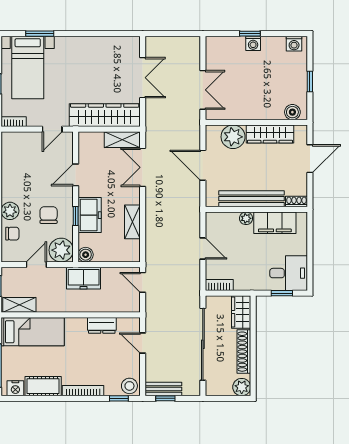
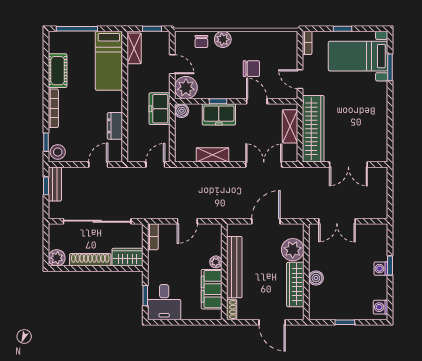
boiler: (292, 112) -> (316, 278), moved
shelving: (122, 140) -> (290, 126), moved
chair: (49, 215) -> (251, 69), moved
nightstand: (15, 388) -> (56, 44), removed

